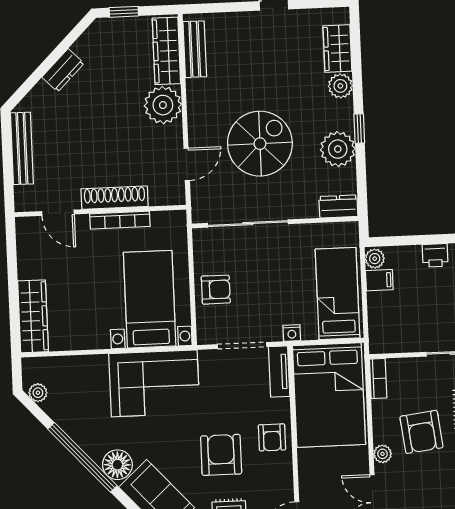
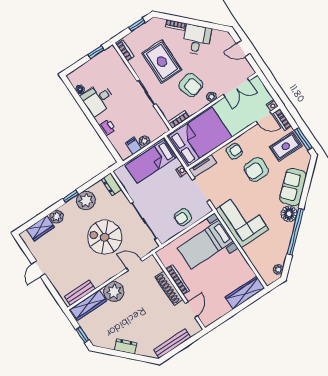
plant: (375, 259) -> (144, 141), moved
armchair: (216, 290) -> (183, 217), turned -90
armchair: (422, 432) -> (191, 85), turned 81

